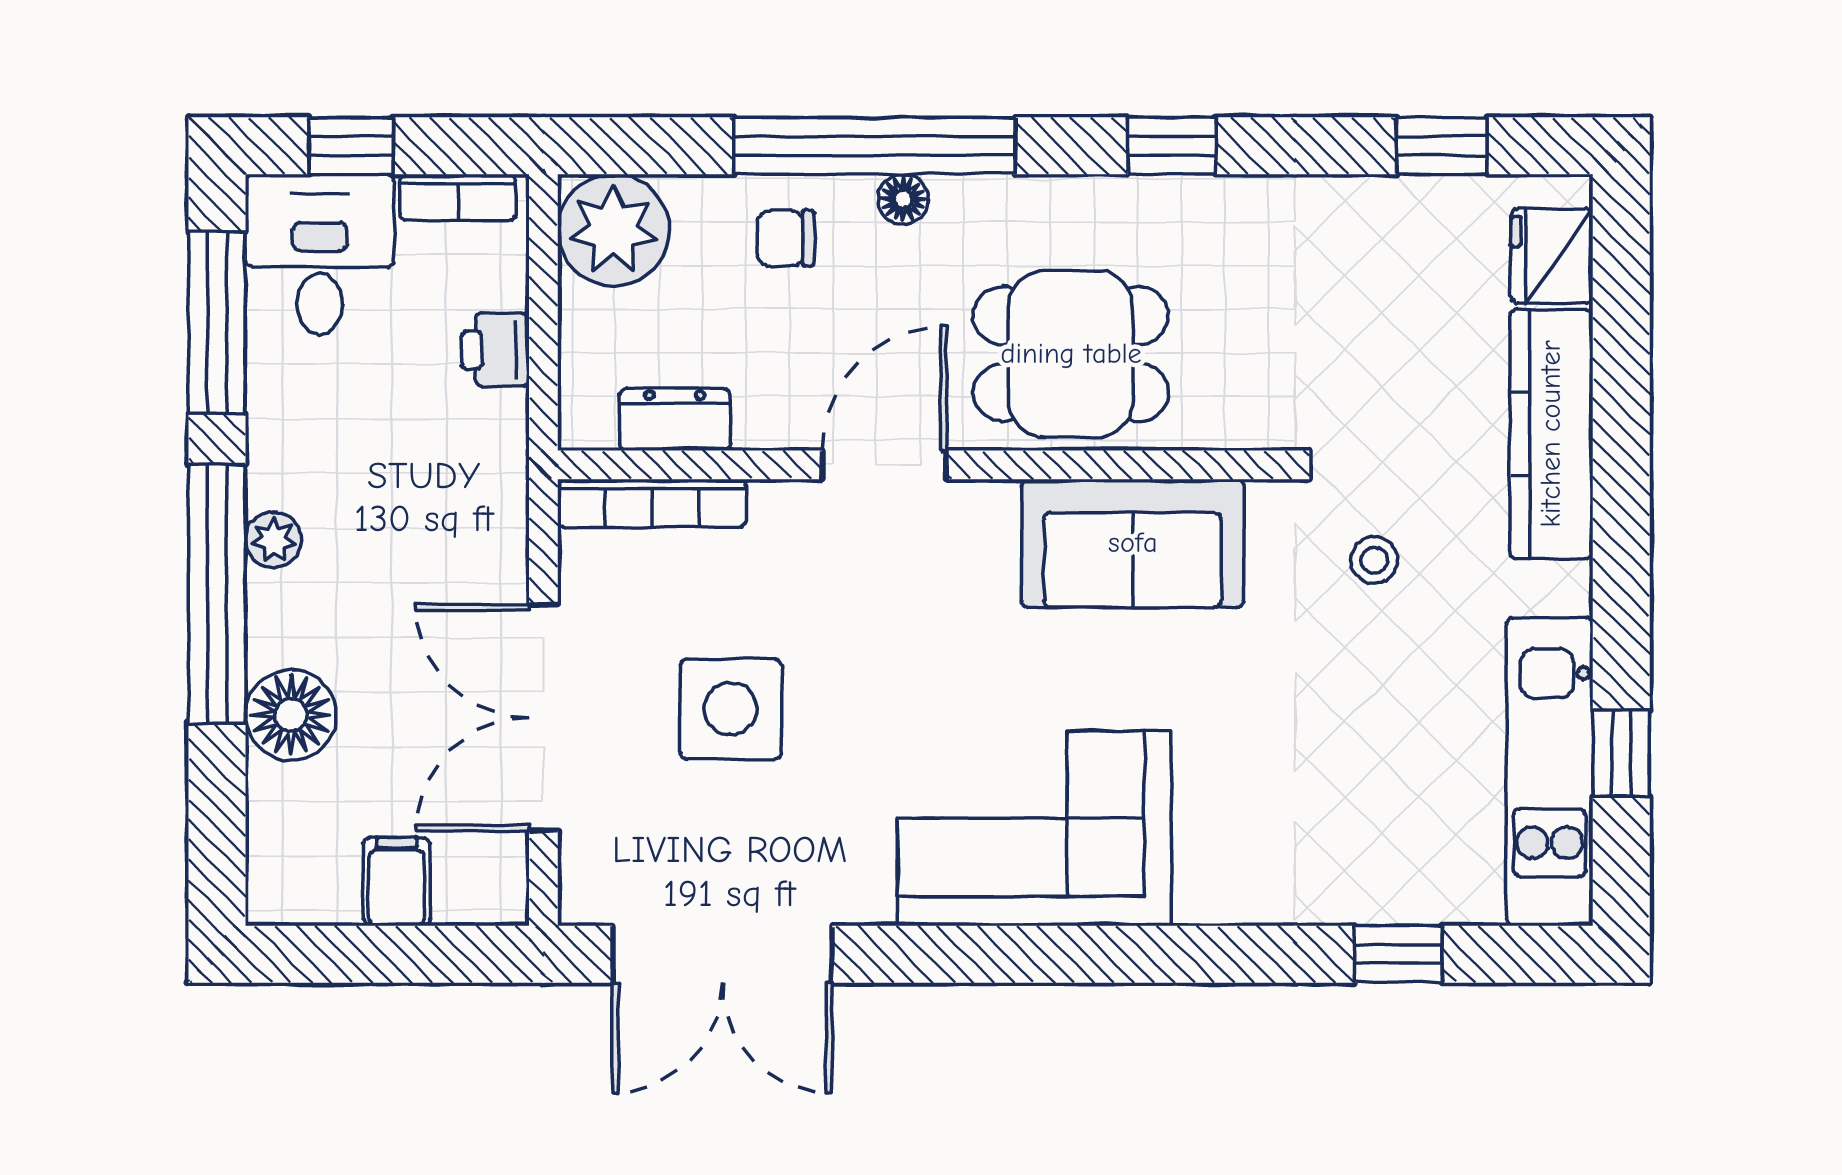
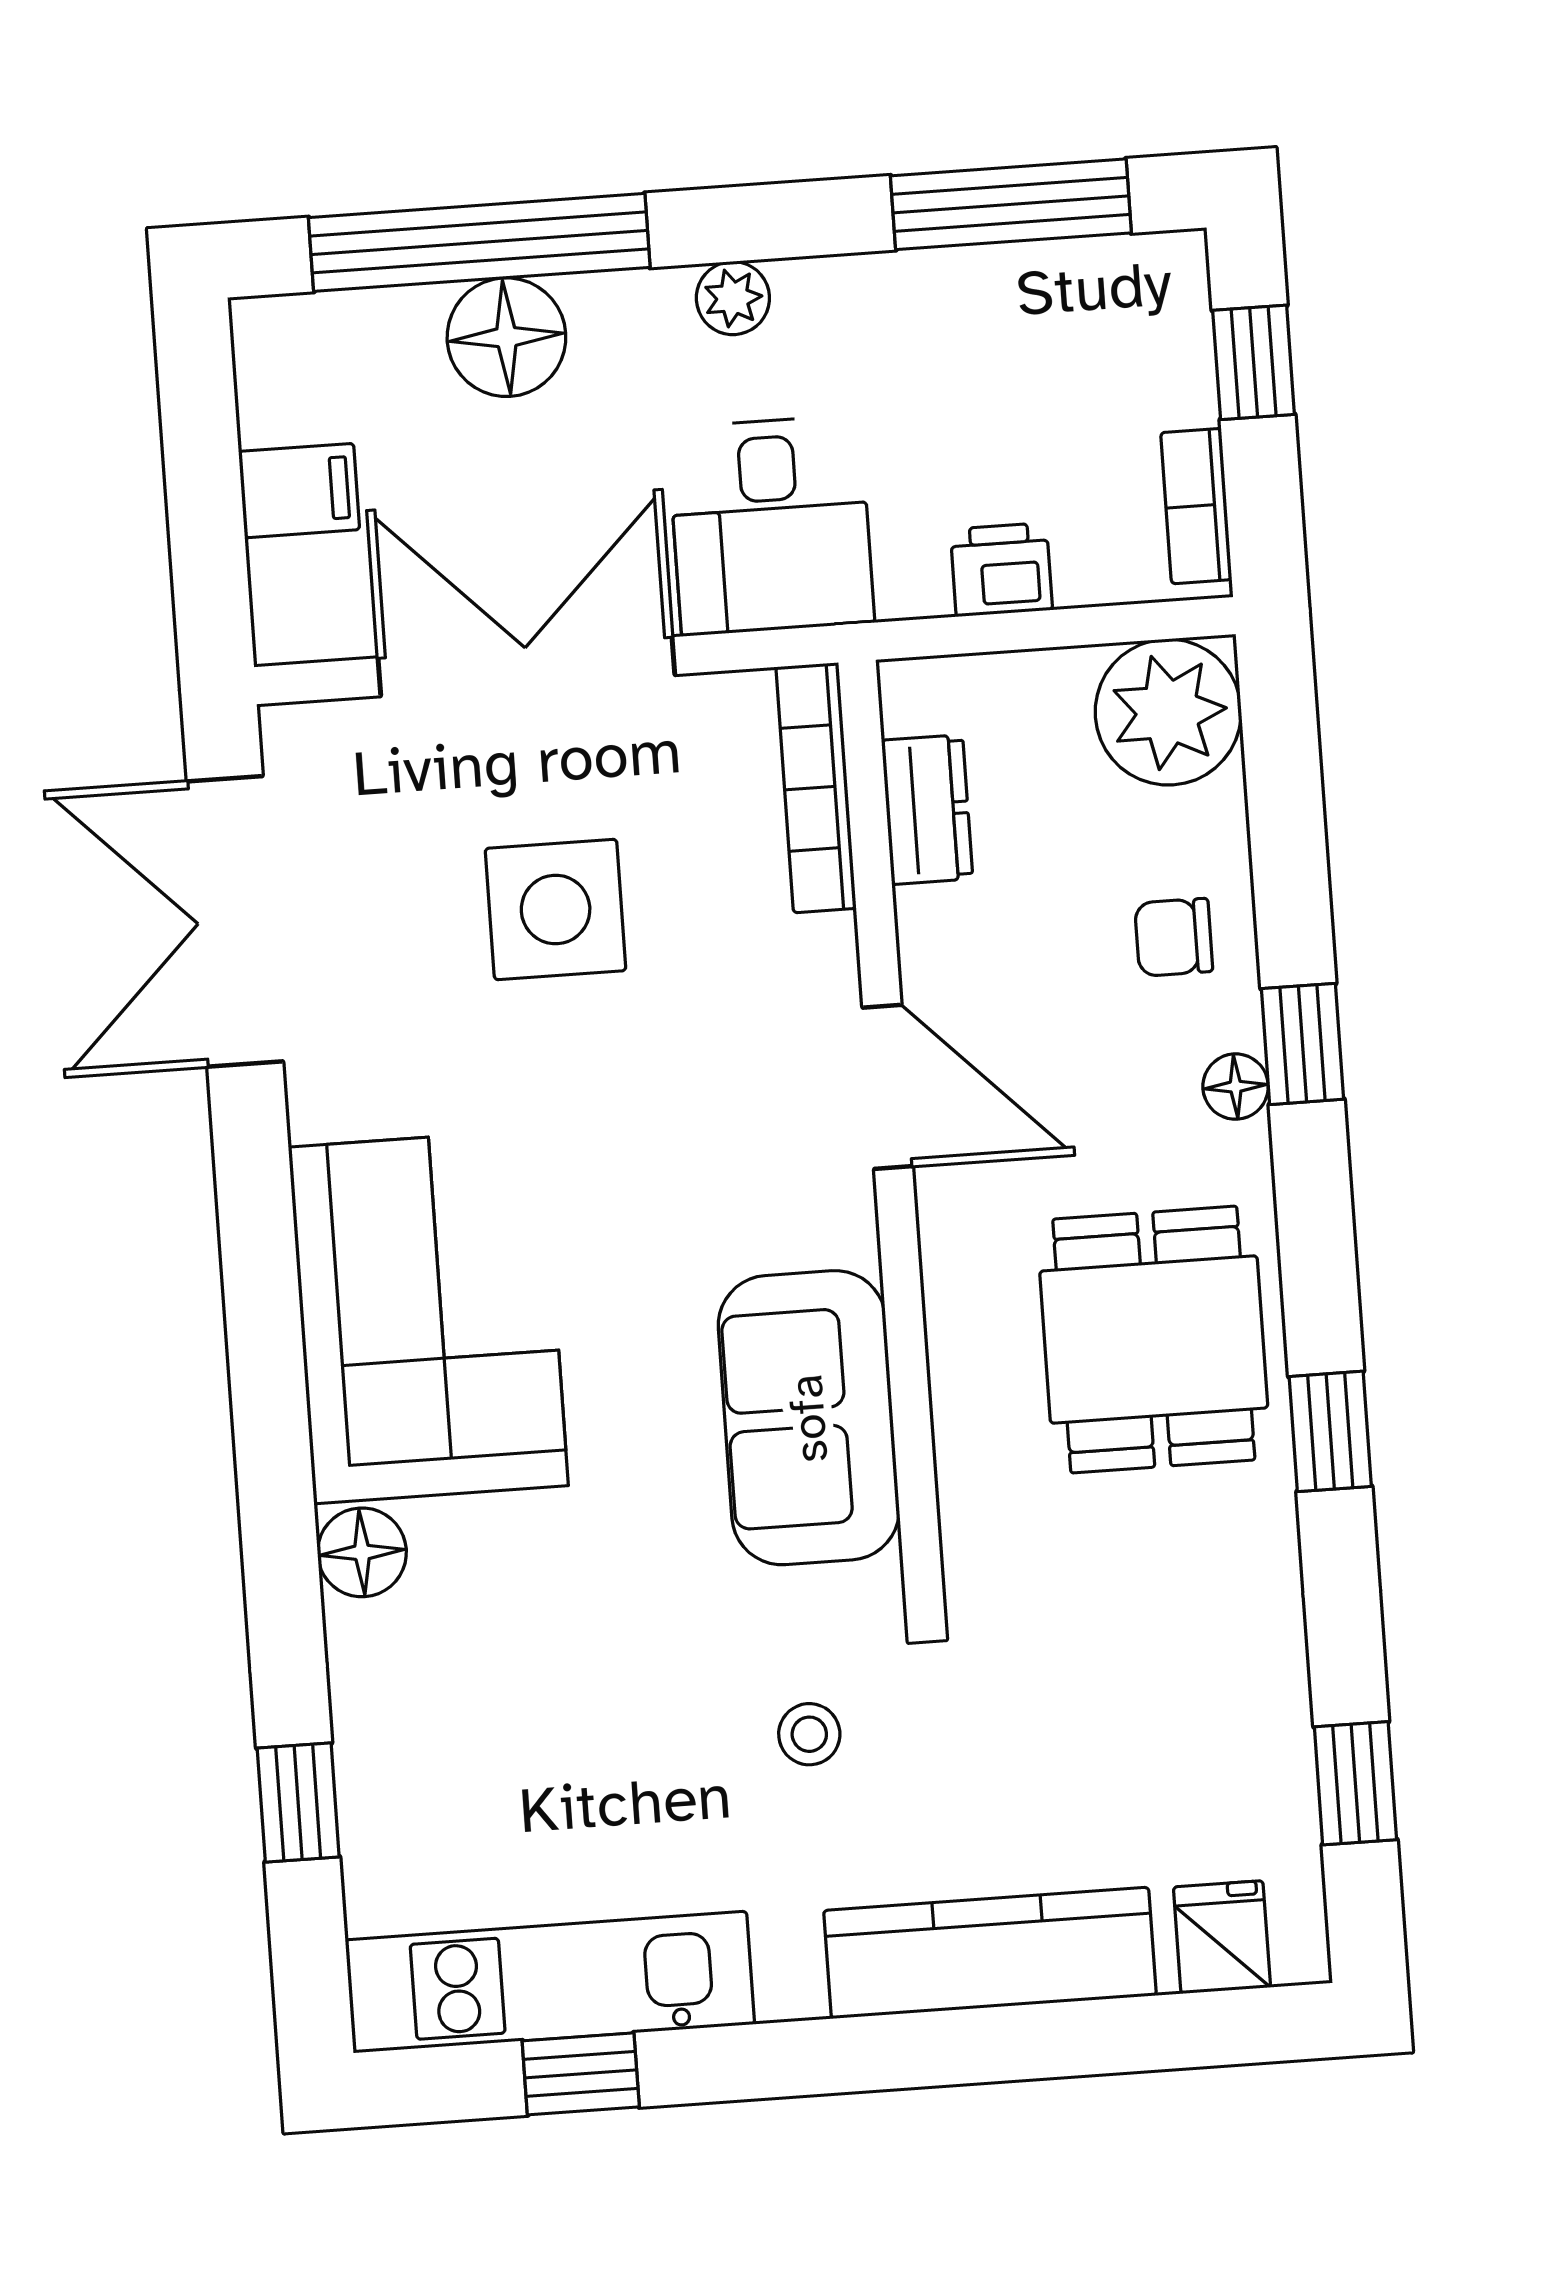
window: (874, 146) -> (1302, 1044), width x0.32
chair: (786, 238) -> (1174, 937), turned -90
desk: (320, 254) -> (771, 525), moved, turned 90
fridge: (1552, 256) -> (1222, 1937), width x0.72
dining table: (1071, 354) -> (1154, 1340), moved
window: (217, 594) -> (479, 242), moved
floor lamp: (1211, 892) -> (362, 1552), added

